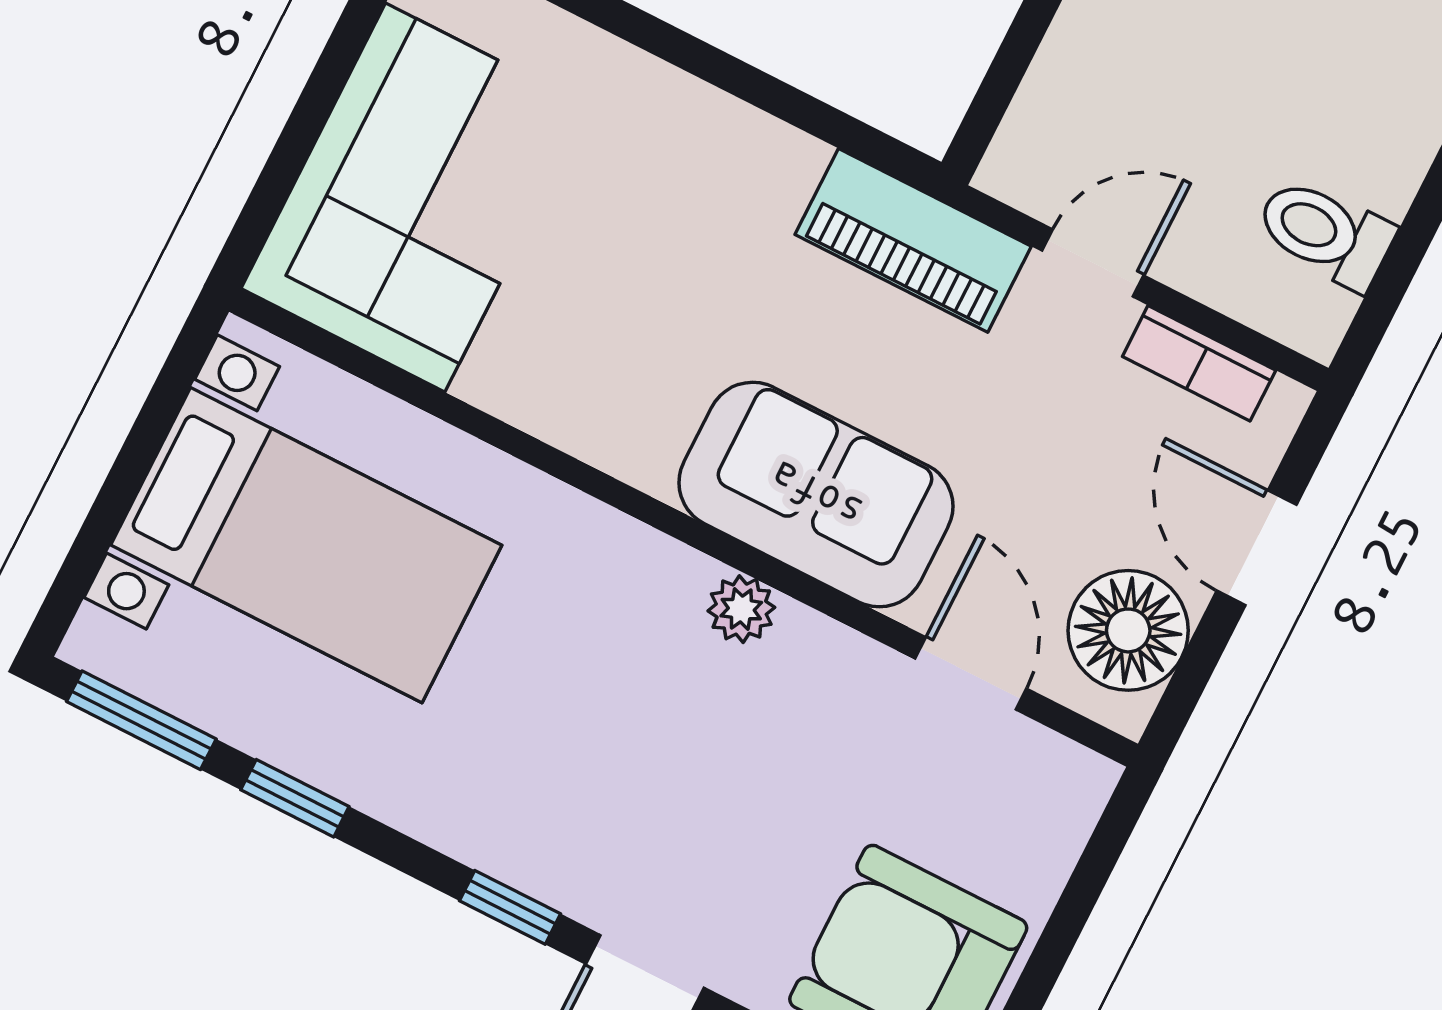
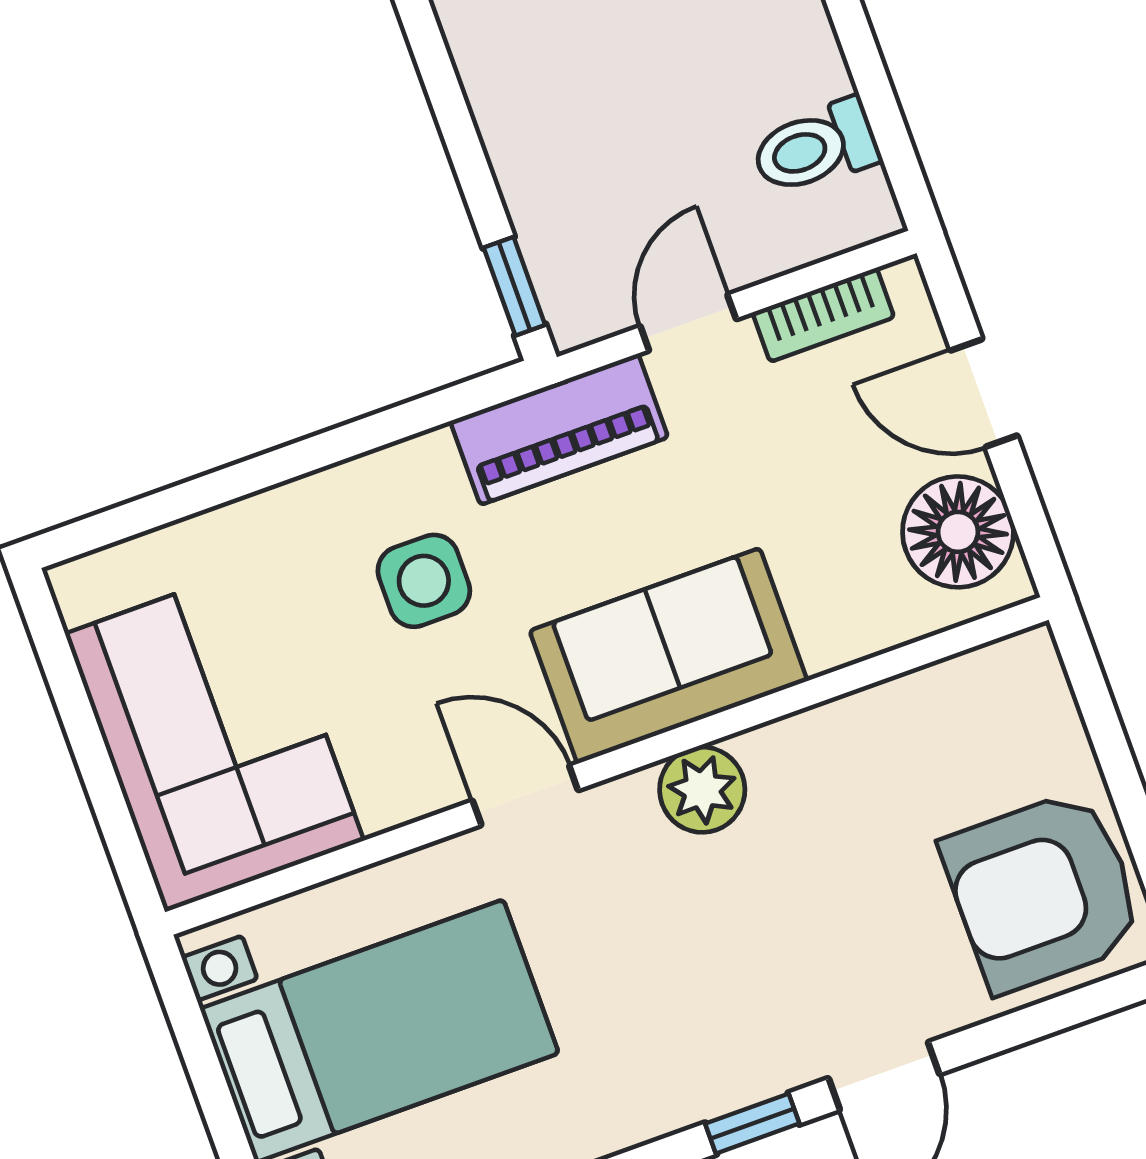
window: (993, 99) -> (514, 286), added
side table: (694, 246) -> (424, 581), added
plant: (741, 609) -> (702, 790), width x1.38, depth x1.38
door: (971, 673) -> (525, 795), moved

